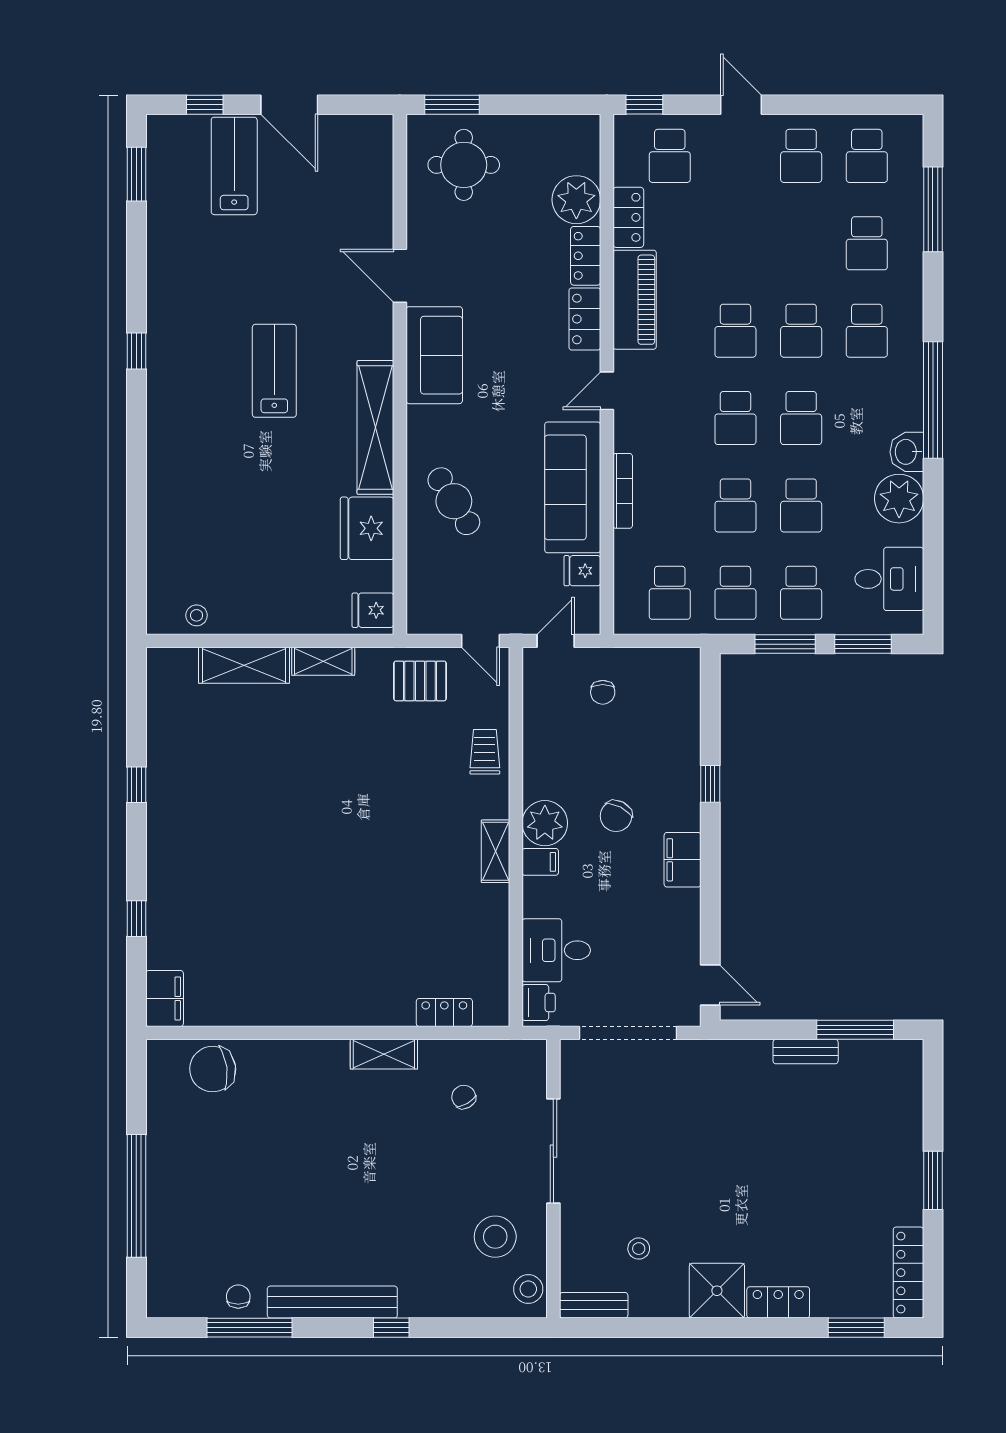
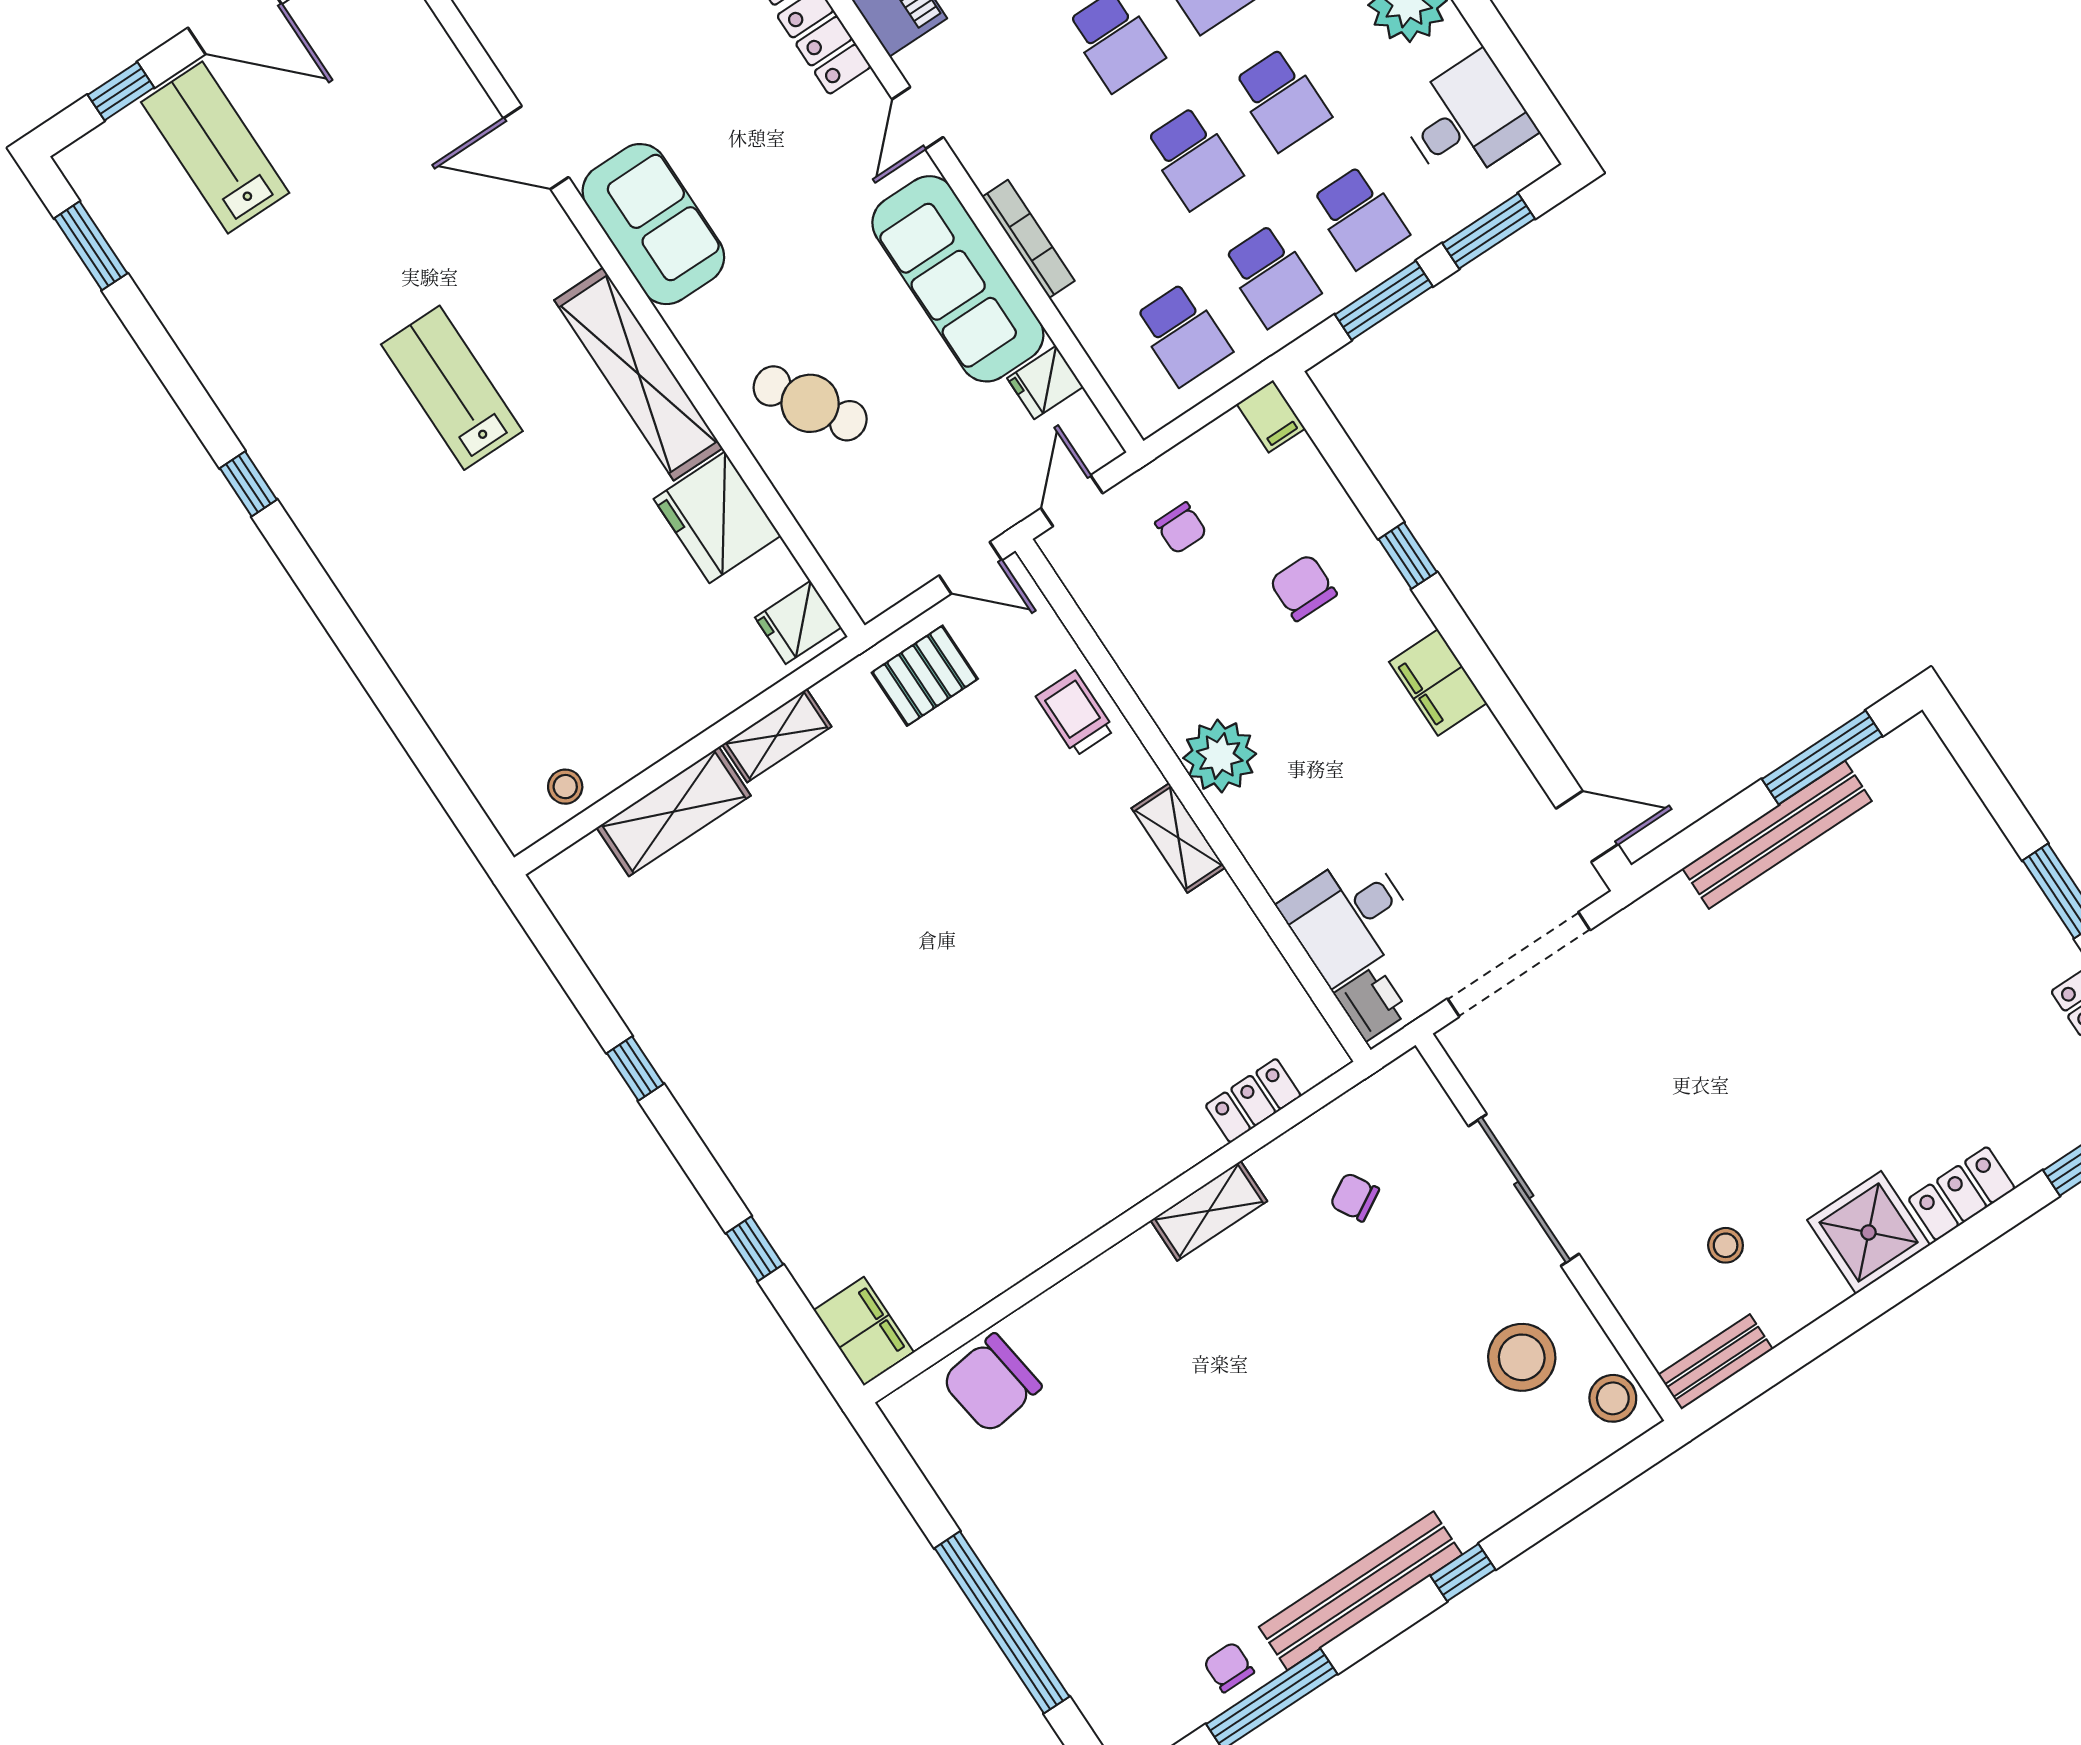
chair: (616, 816) -> (1303, 587), moved, turned 153
filing cabinet: (540, 862) -> (1271, 416), moved, turned 90
bench: (806, 1052) -> (1777, 835), width x1.86, depth x1.21

